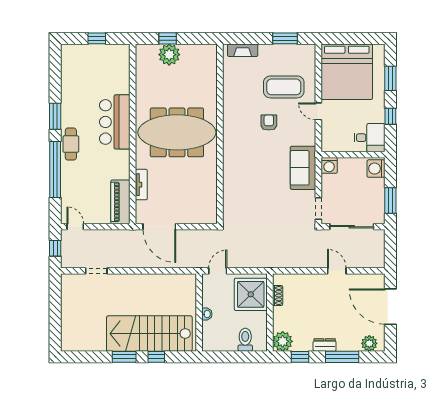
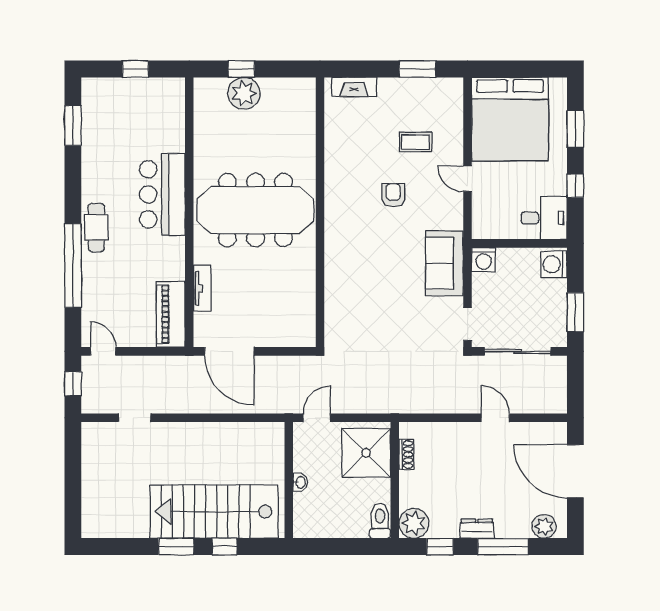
coffee table: (284, 87) -> (416, 142), width x0.54, depth x0.58
window: (55, 116) -> (73, 126), moved
toilet: (245, 340) -> (380, 521), moved

